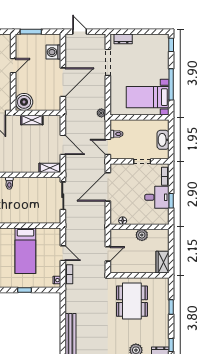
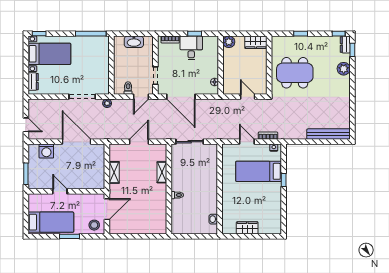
door: (80, 32) -> (26, 125), swing flipped
doorway: (108, 62) -> (82, 97), moved
window: (171, 84) -> (91, 34), moved
bed with nightstands: (148, 97) -> (49, 54), moved, turned -90
boiler: (24, 102) -> (96, 180), removed
doorway: (142, 161) -> (155, 76), moved
shelving: (50, 168) -> (162, 172), moved
plant: (142, 235) -> (229, 42), moved
bed: (25, 251) -> (259, 171), moved, turned 180
door: (63, 253) -> (247, 142), hinge flipped

